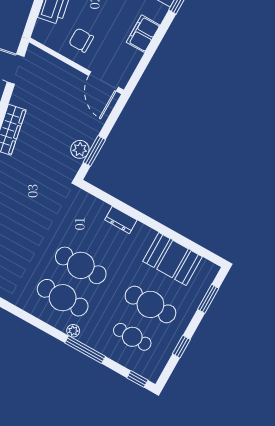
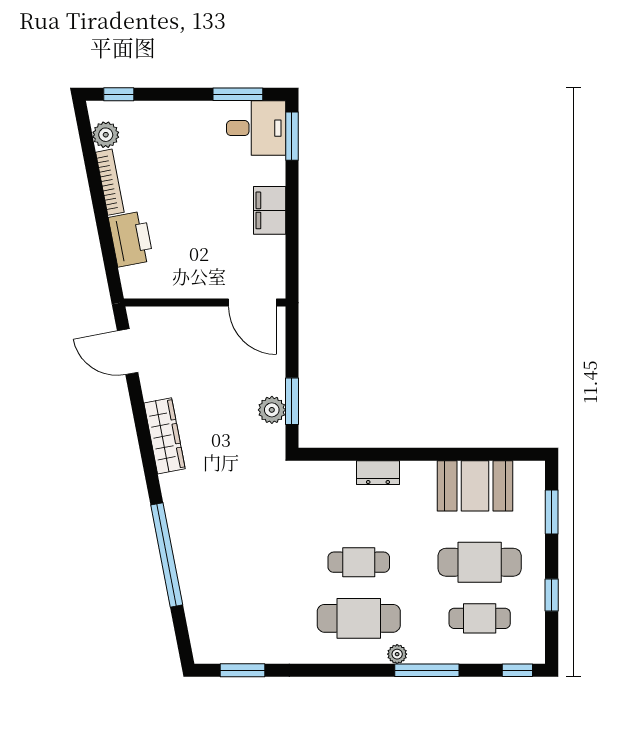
chair: (81, 40) -> (192, 265), removed
cafe table: (81, 265) -> (359, 562), width x0.73, depth x0.74

